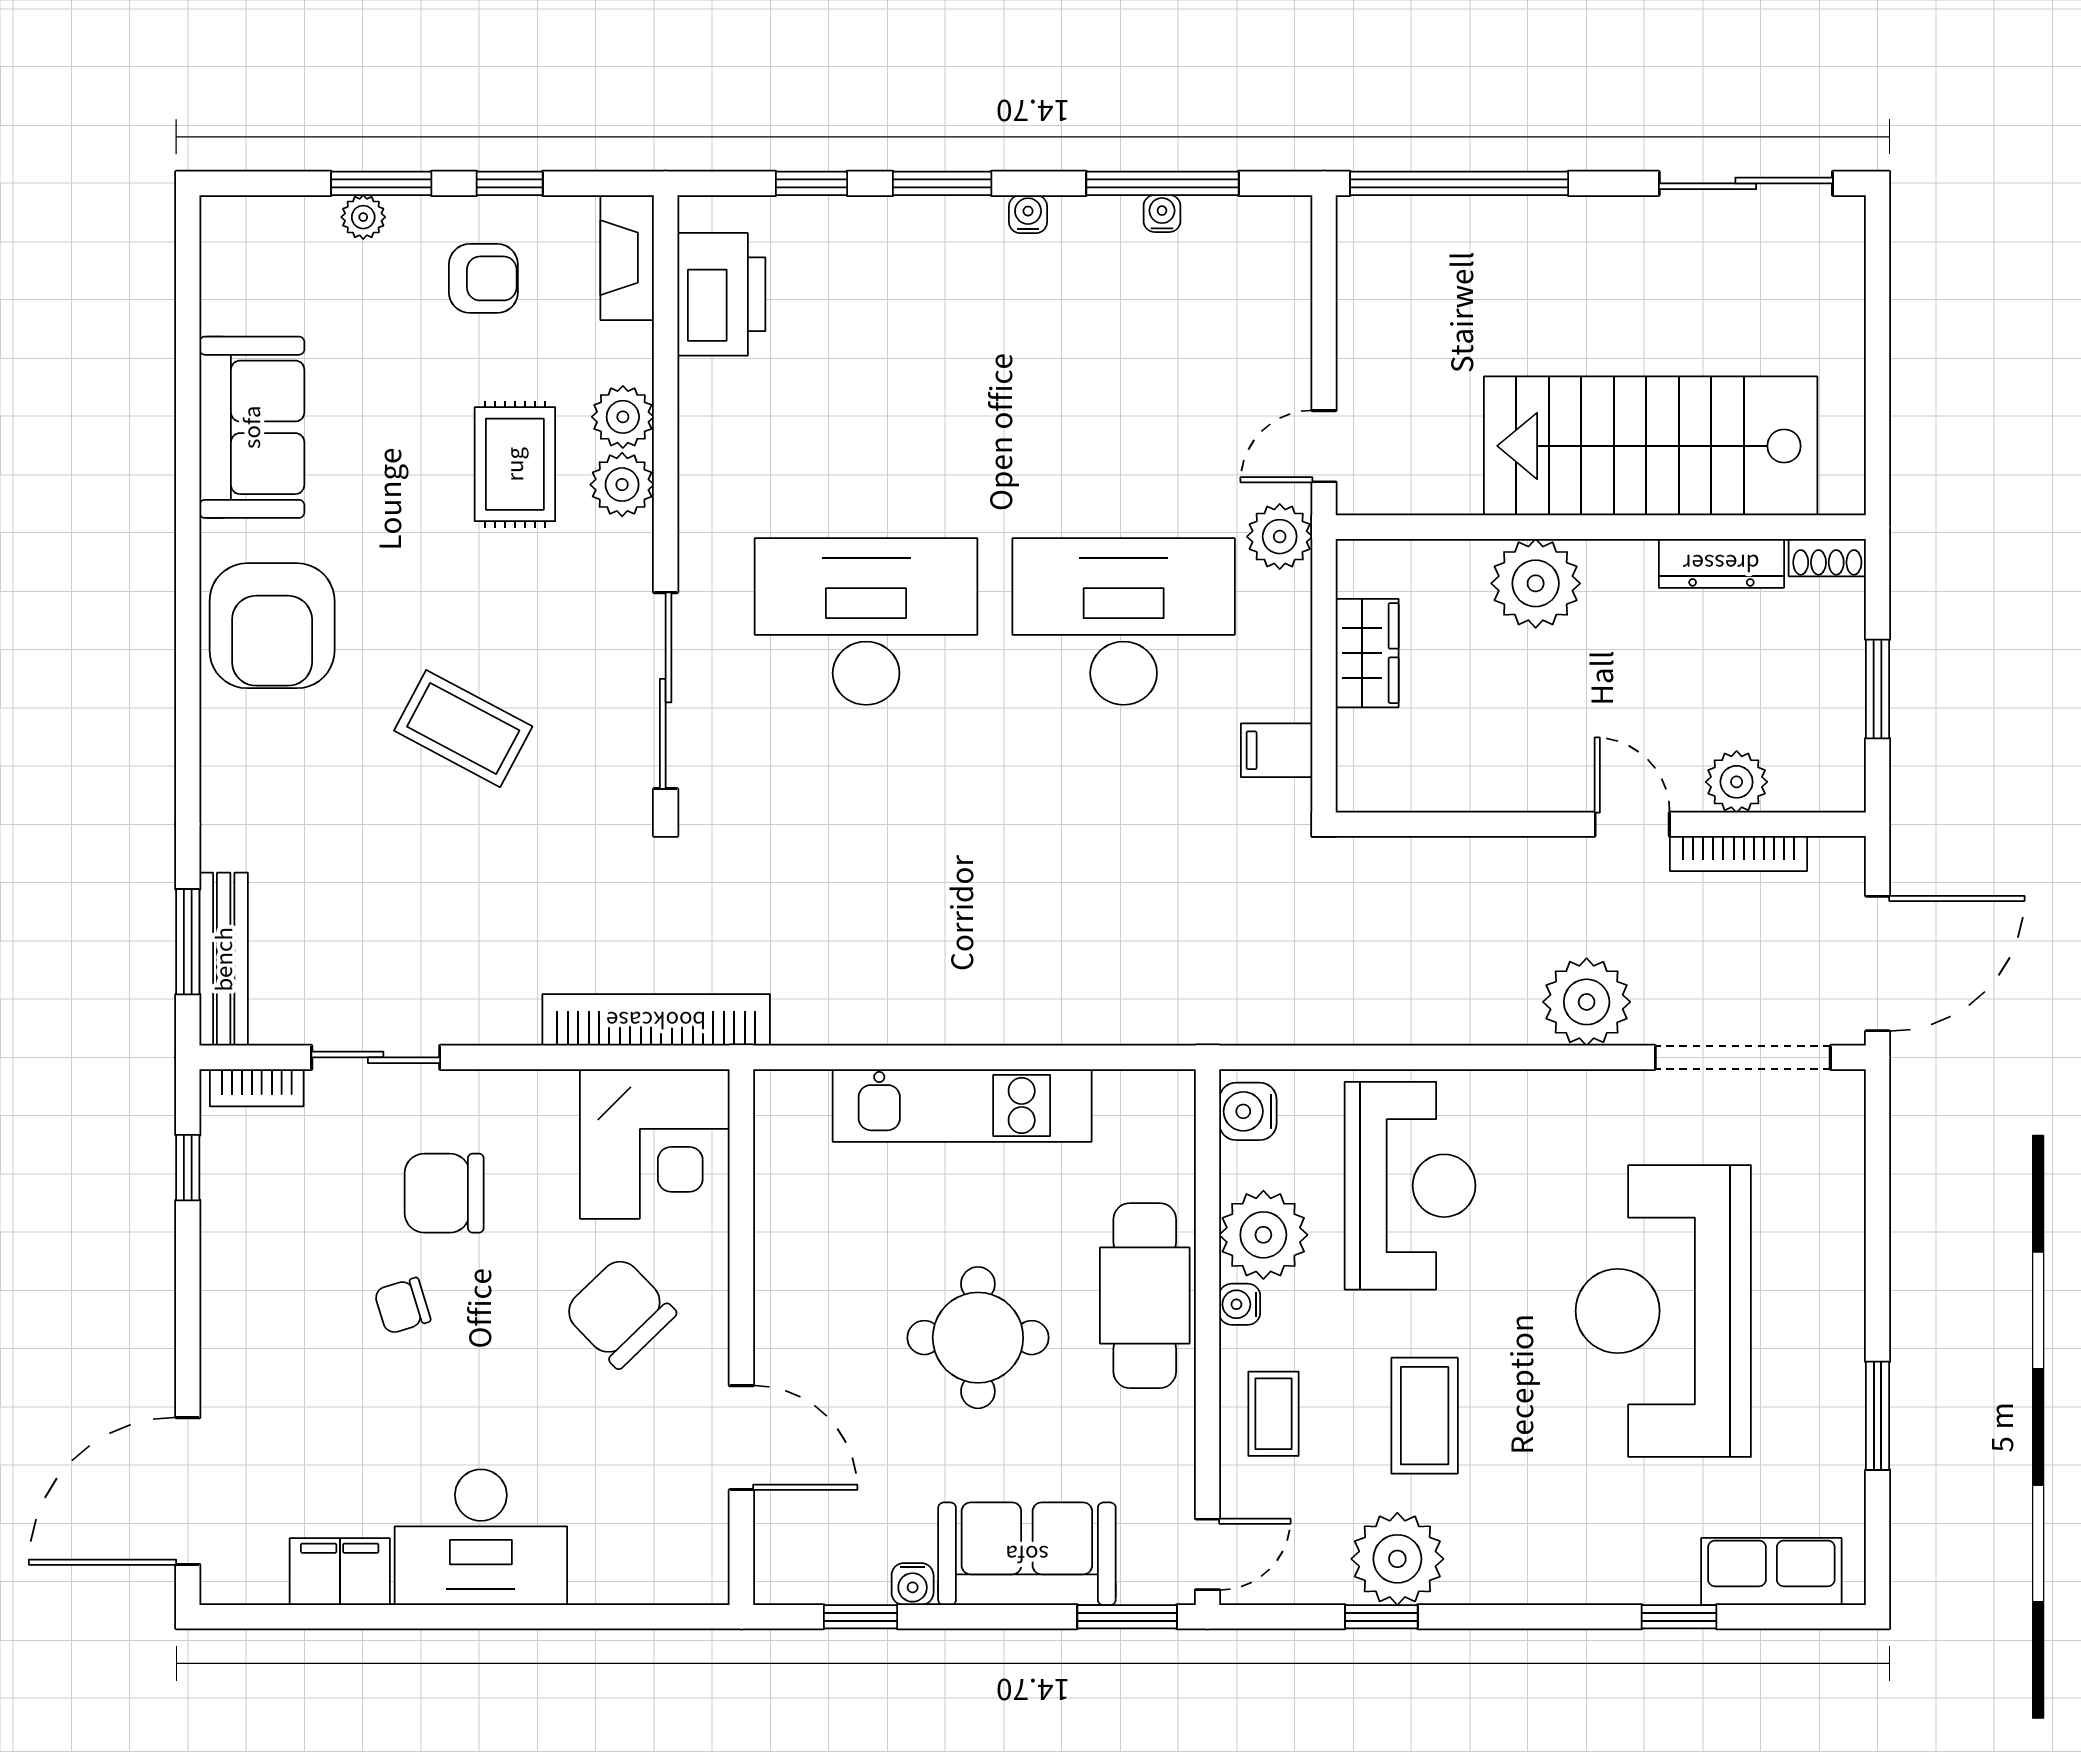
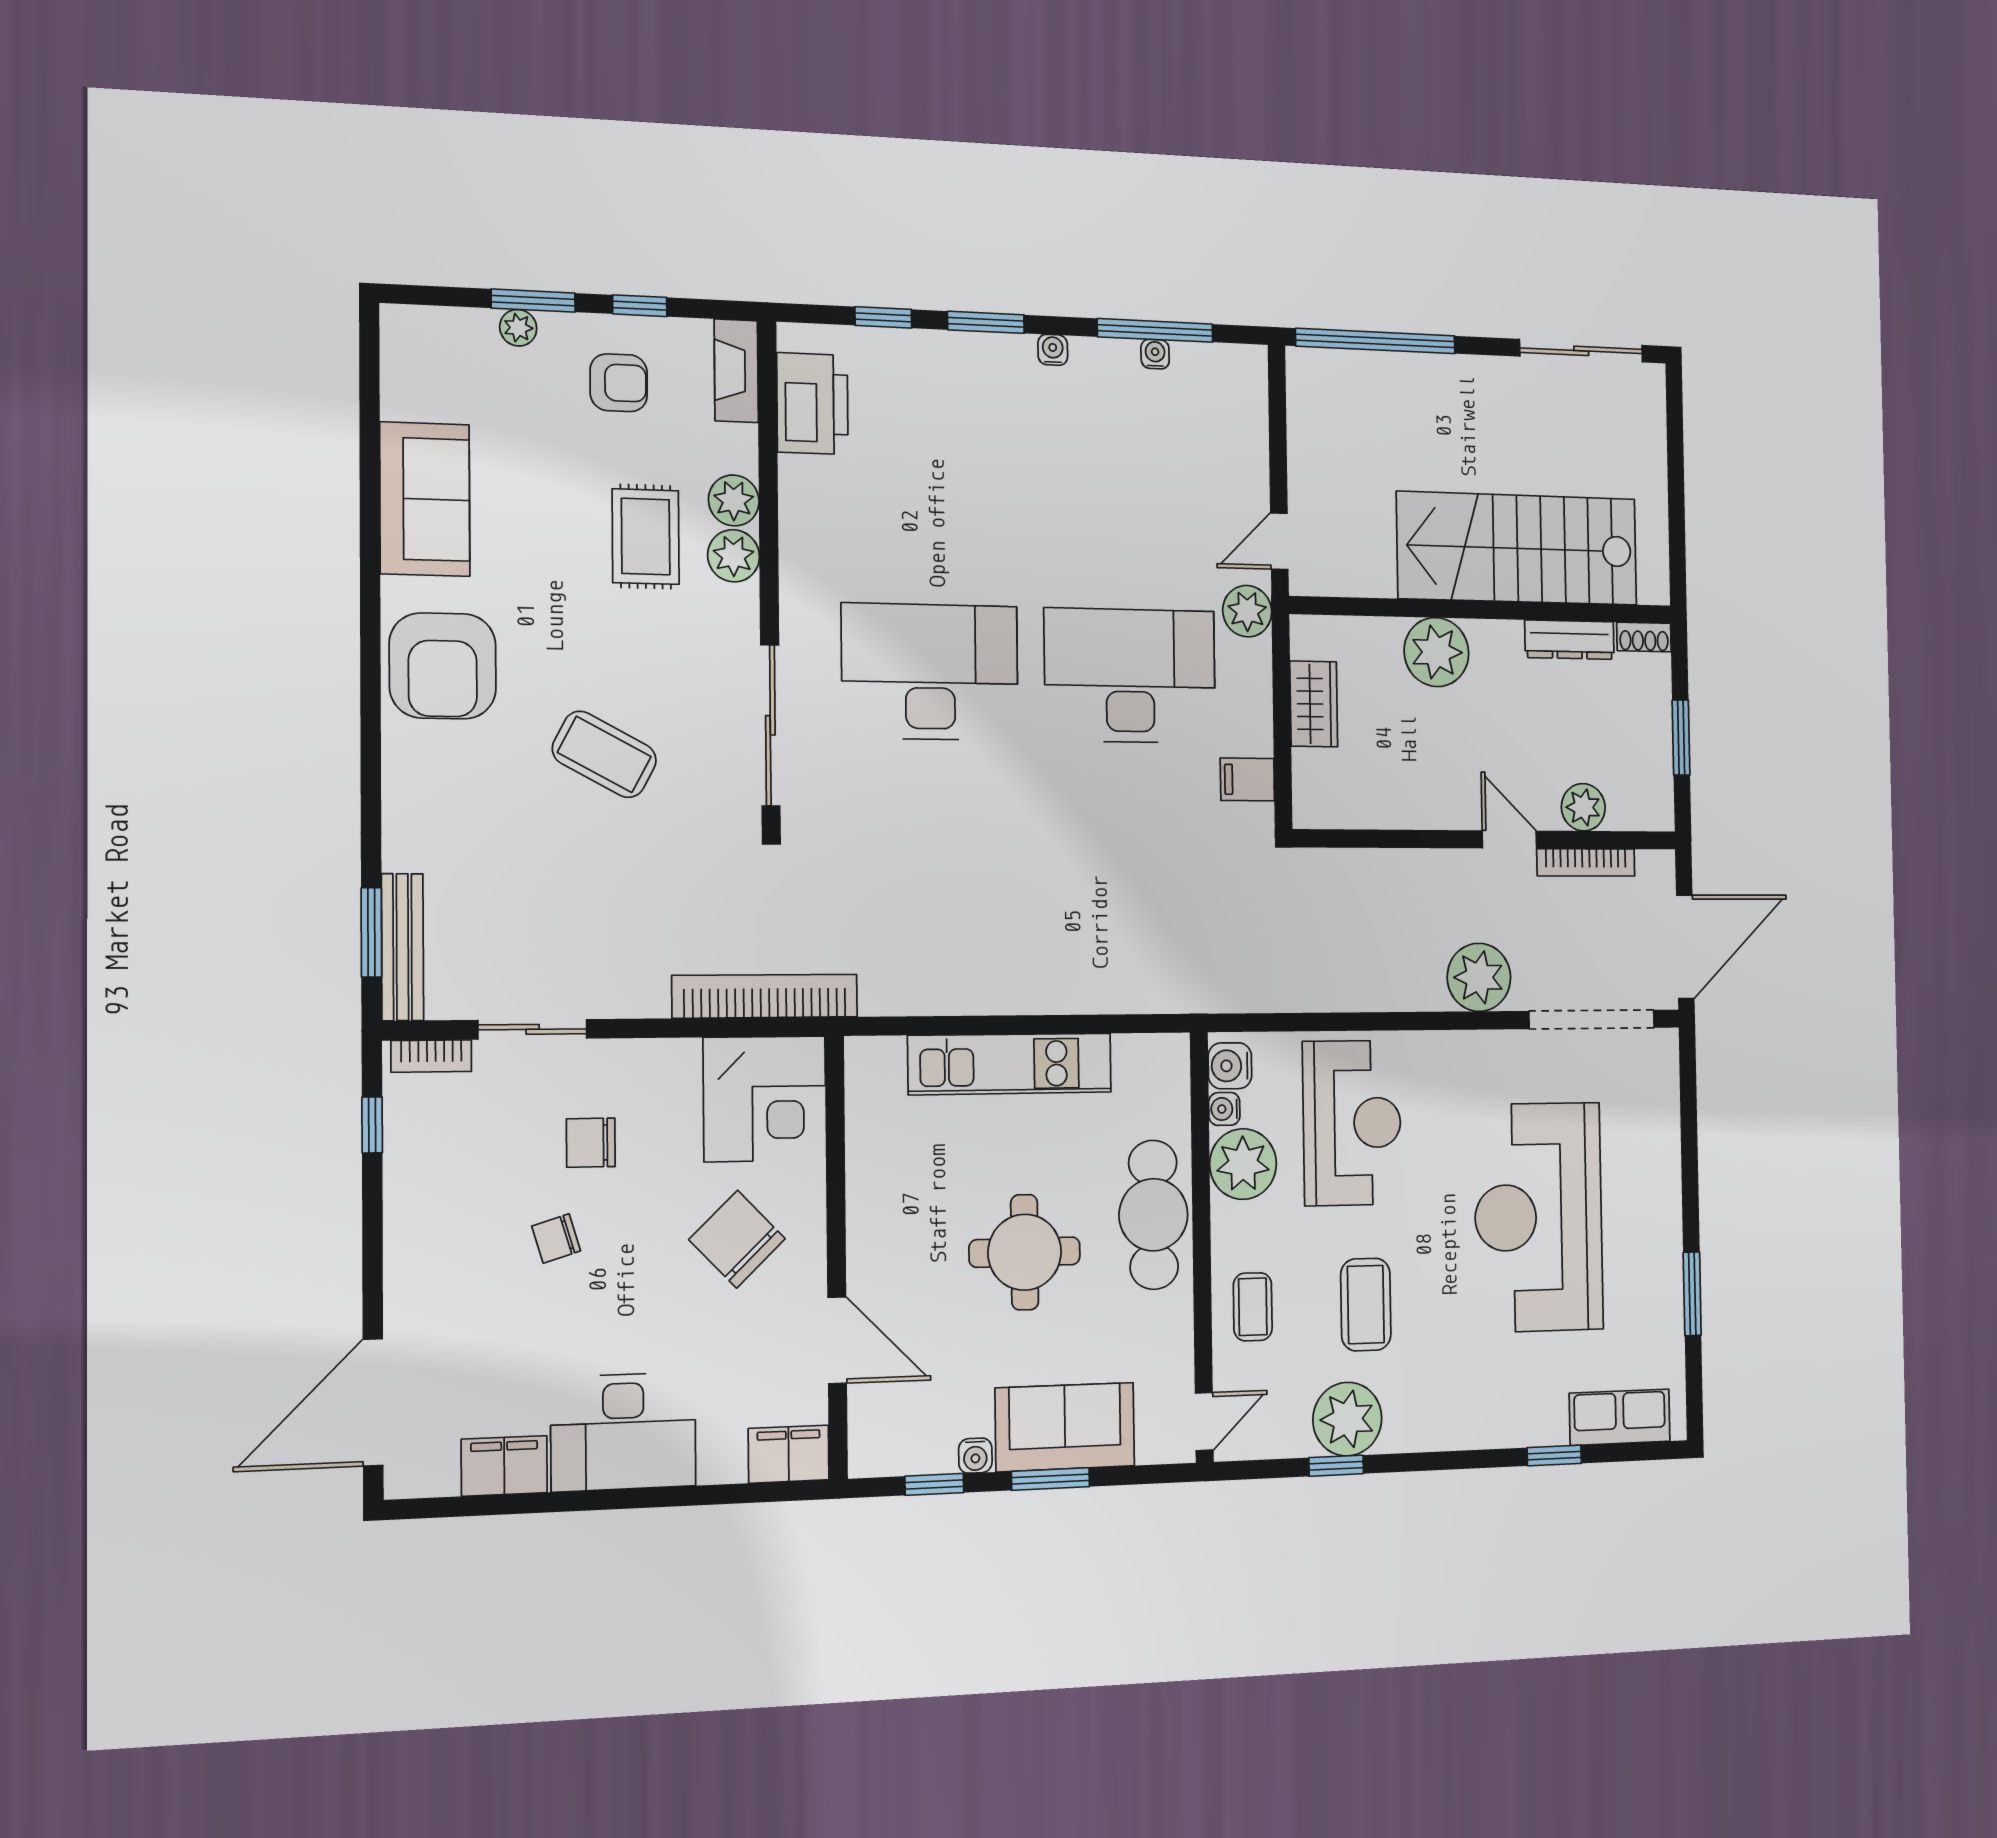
chair: (444, 1193) -> (591, 1143), width x0.73, depth x0.73
water cooler: (1240, 1304) -> (1224, 1109), moved
filing cabinet: (681, 1572) -> (789, 1454), added
window: (1127, 1617) -> (1051, 1479), moved

